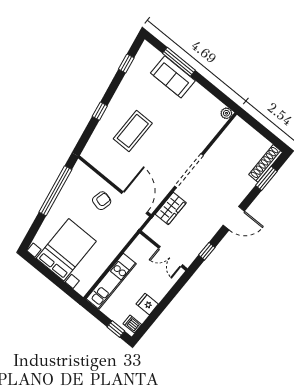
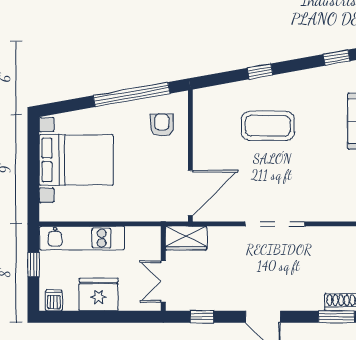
armchair: (102, 201) -> (162, 125), moved, turned -104
wardrobe: (171, 209) -> (186, 238), moved
fridge: (147, 304) -> (99, 294), width x1.88, depth x1.34
window: (116, 329) -> (33, 265), moved

